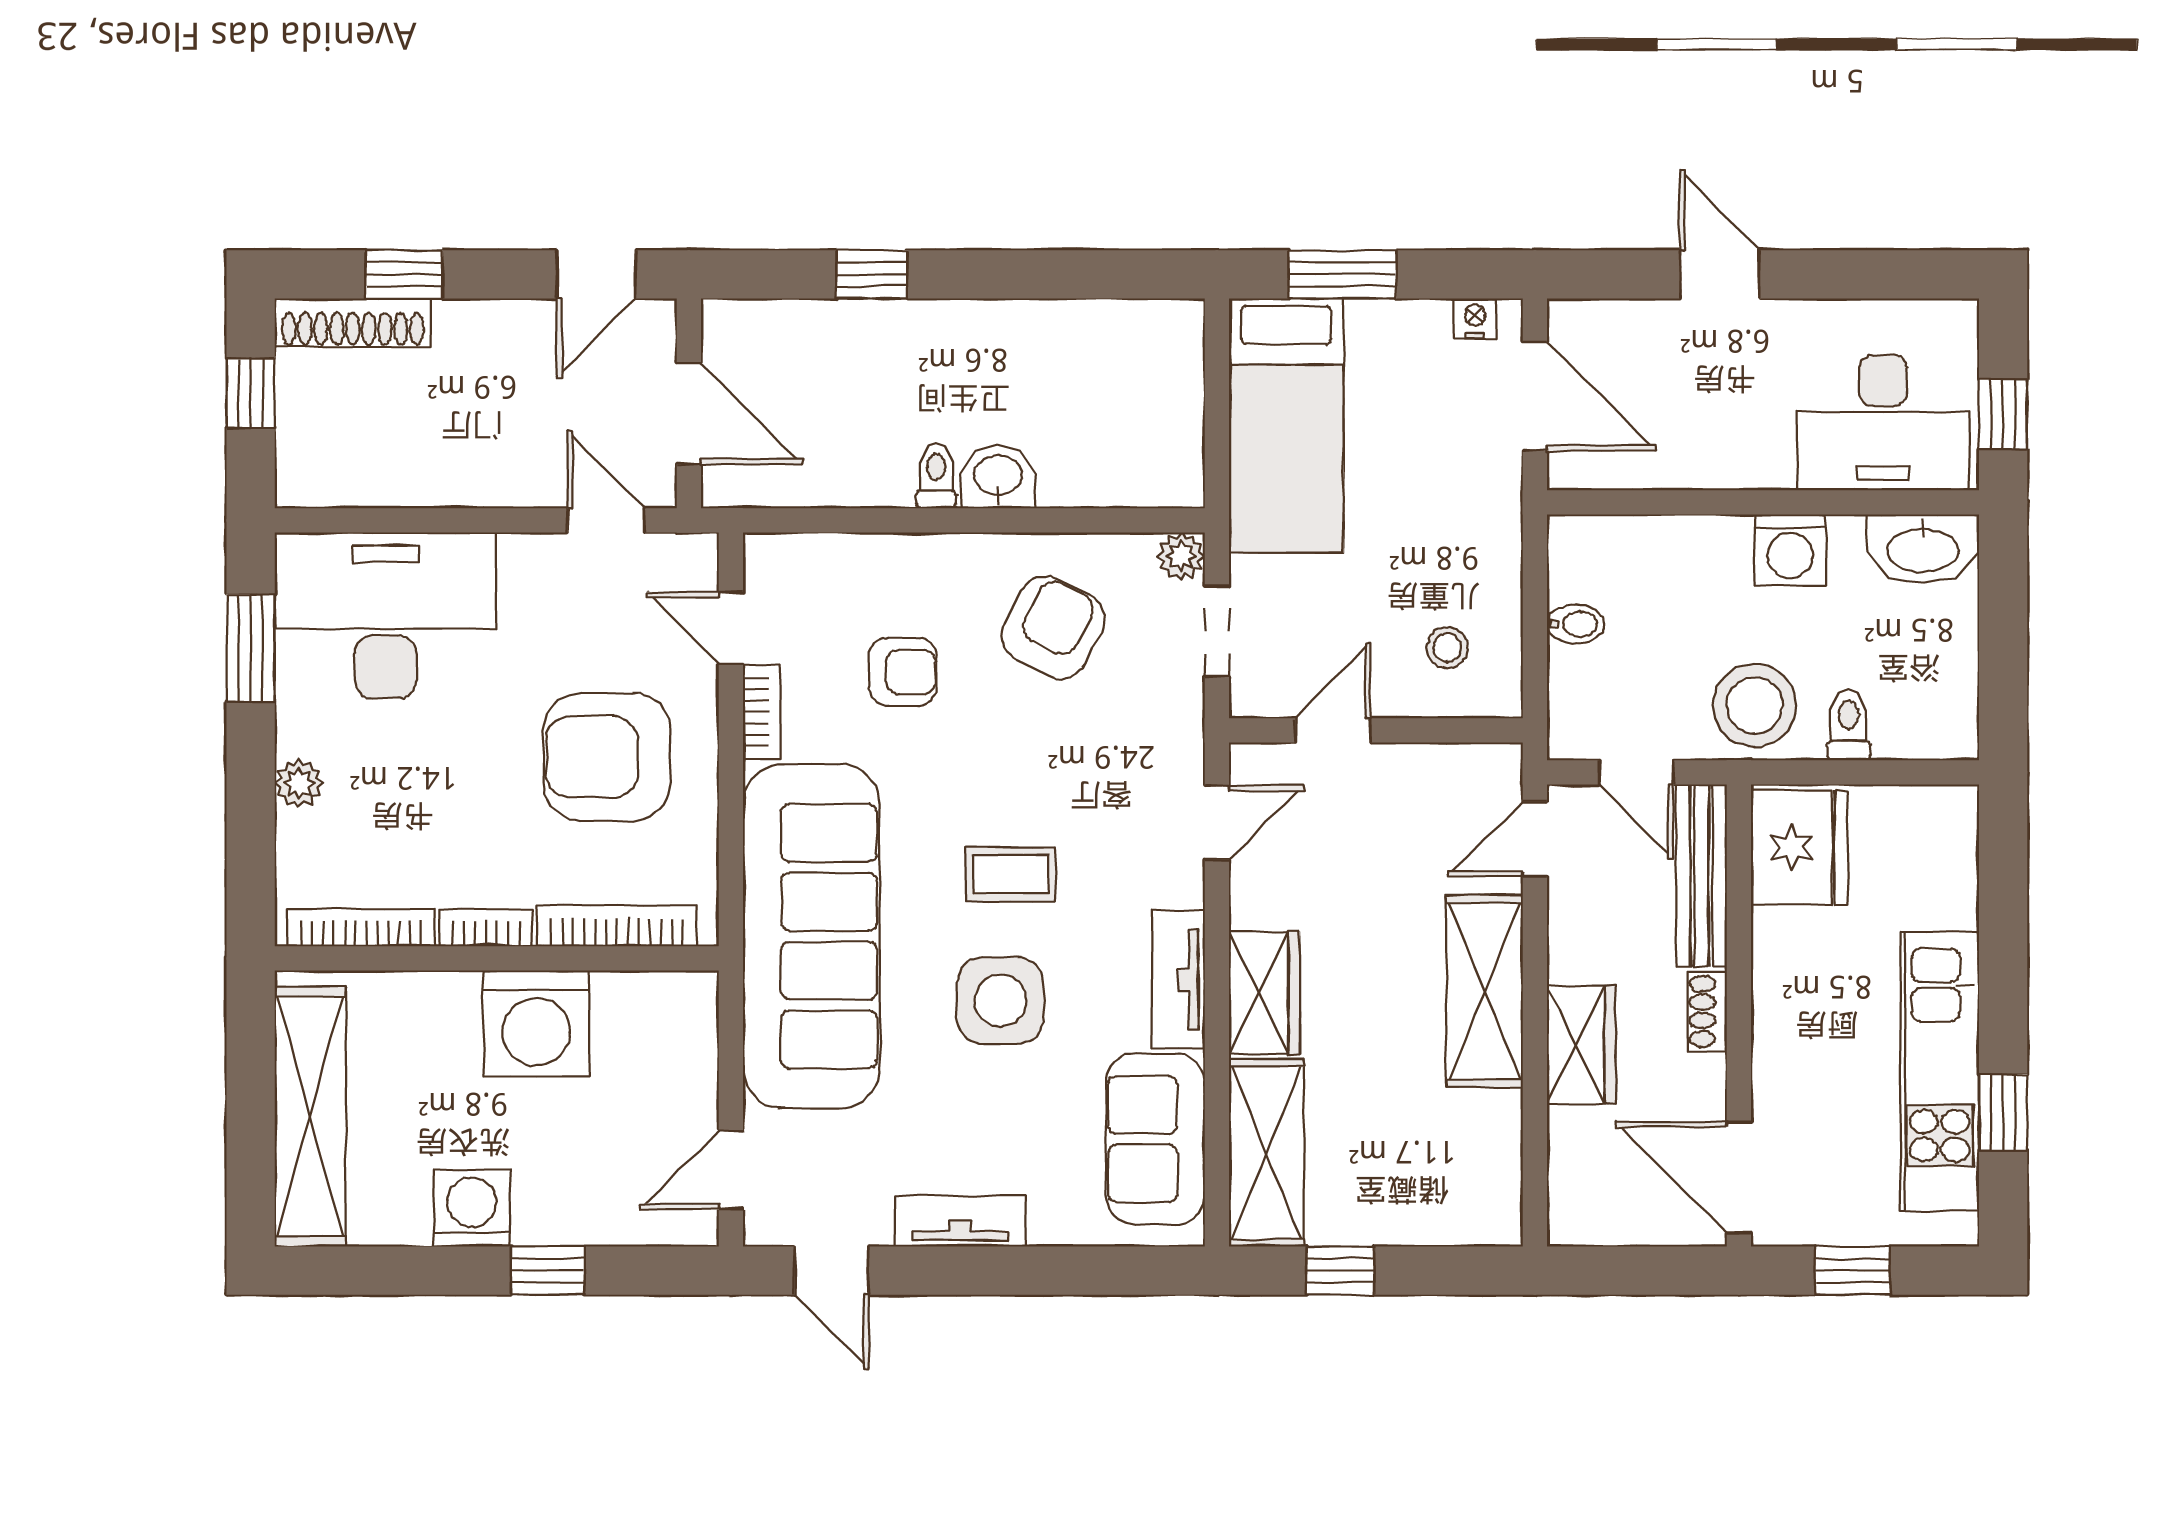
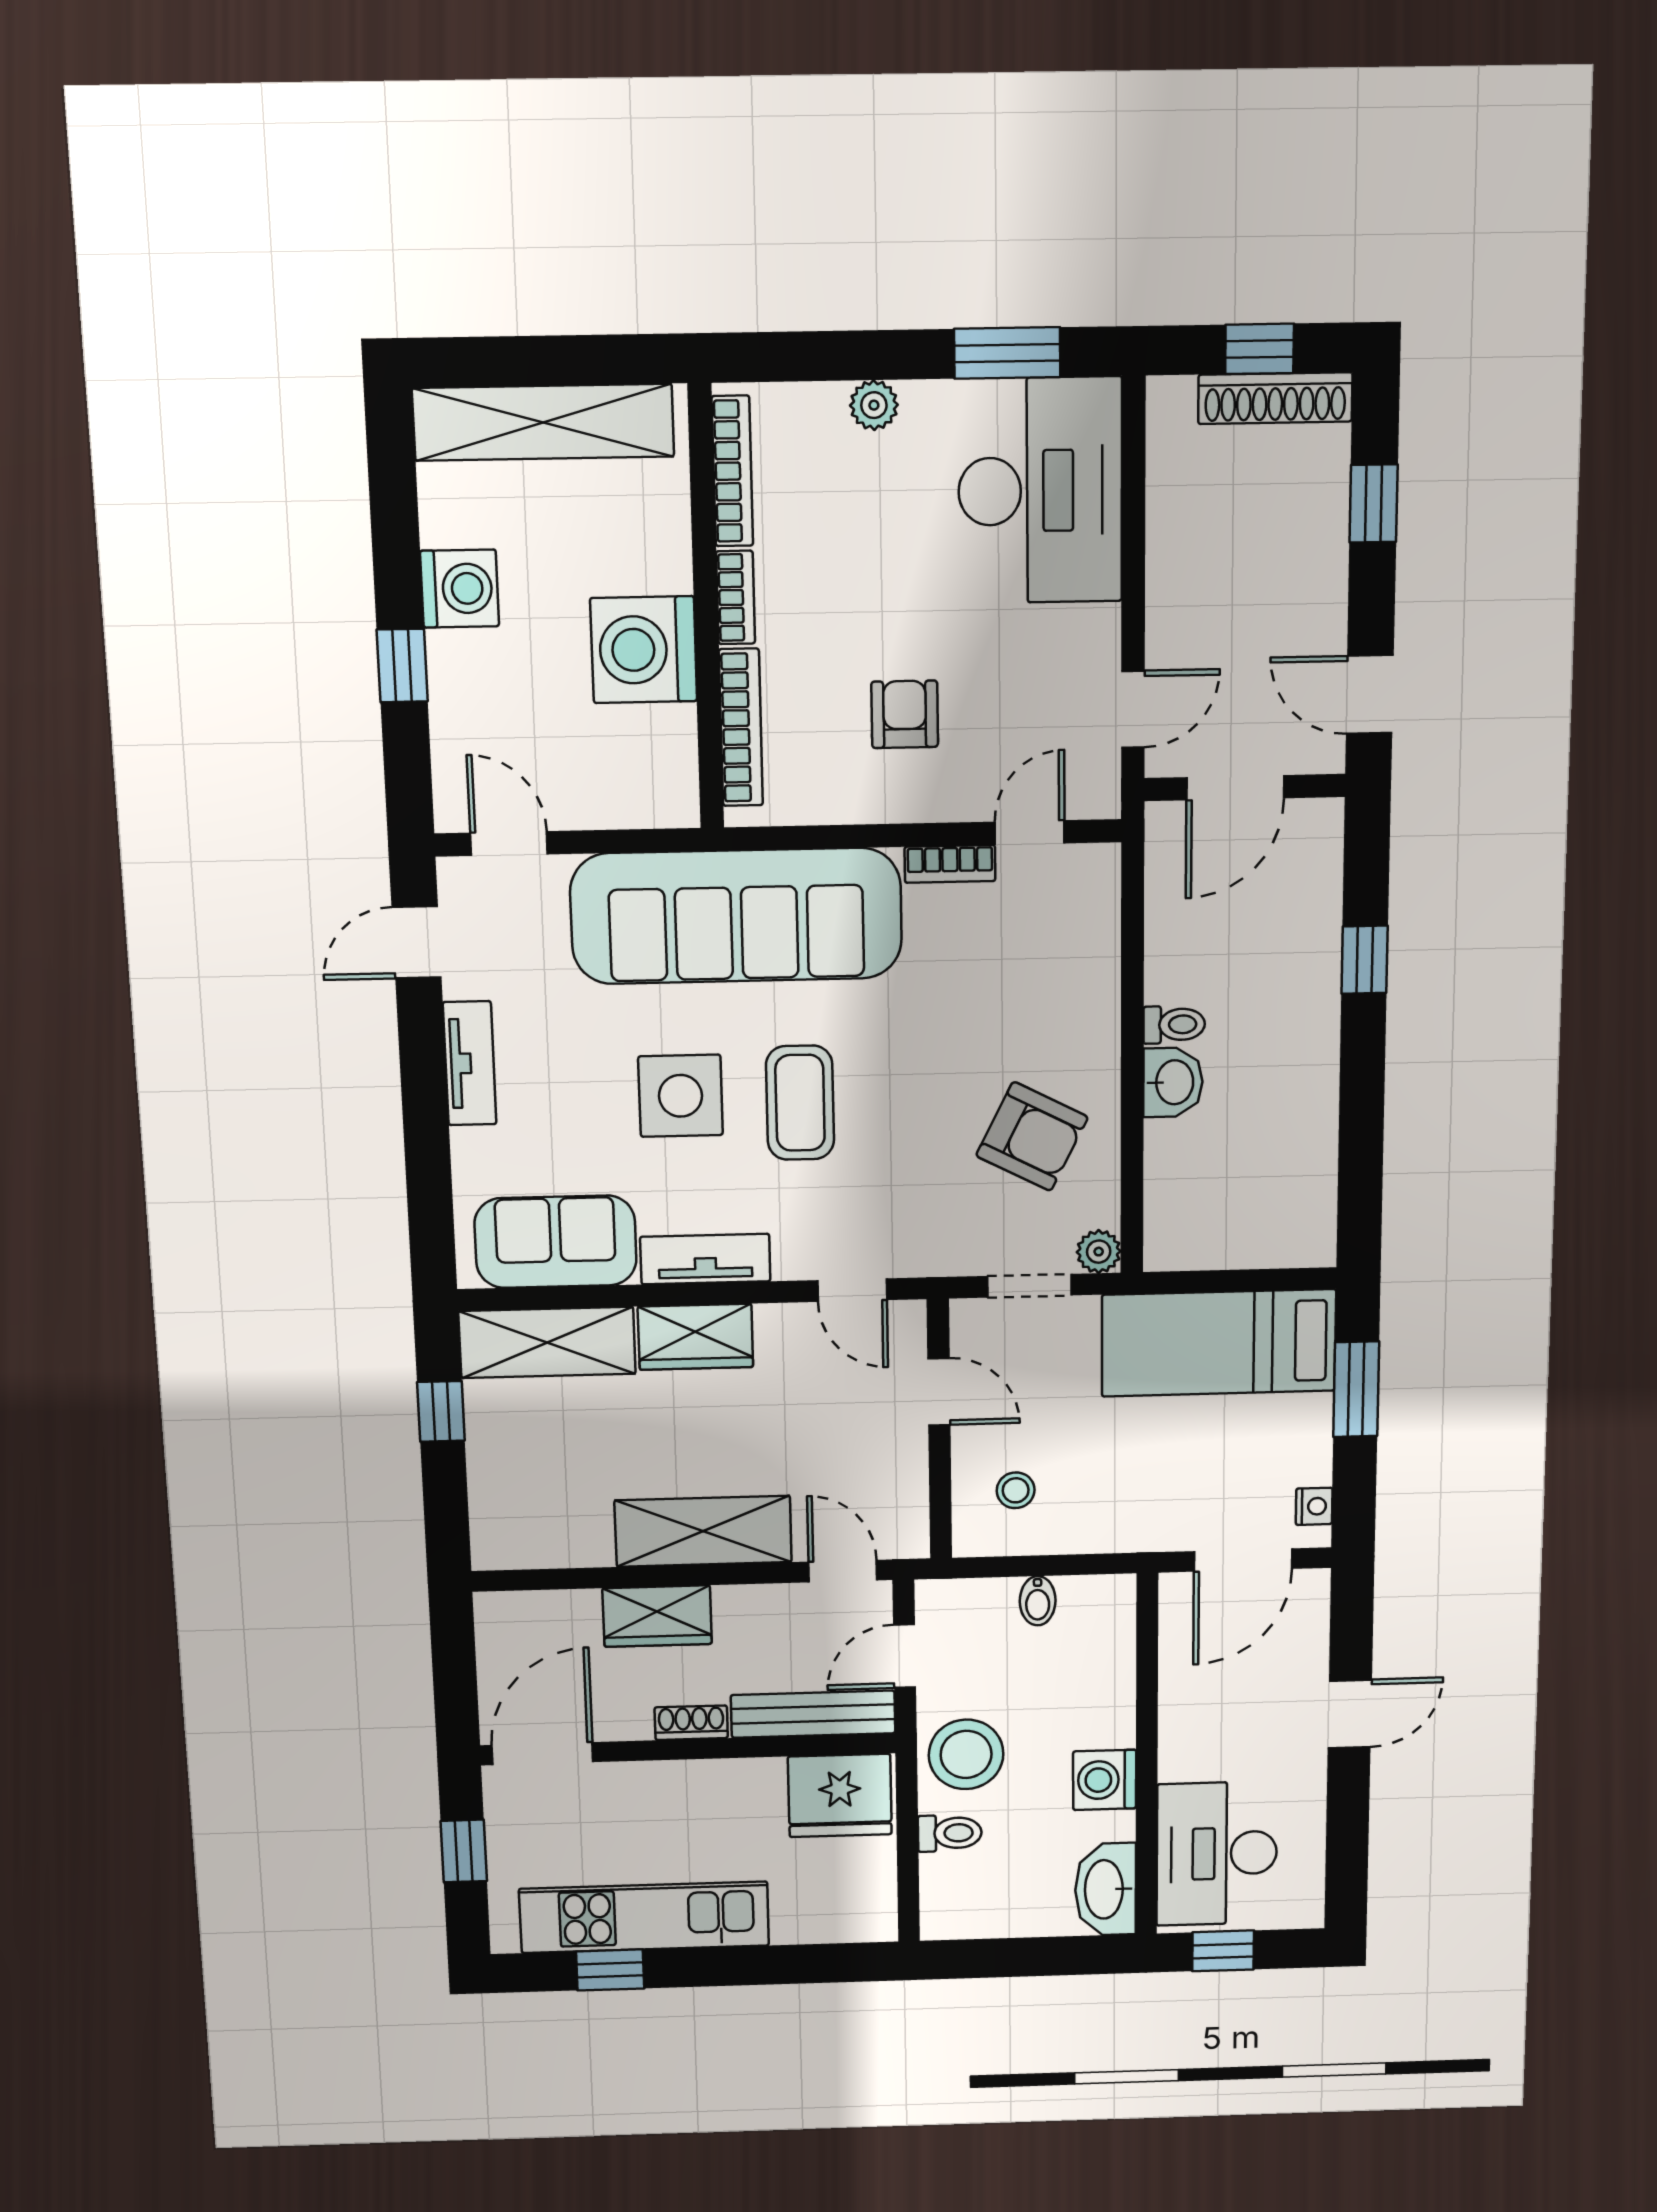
shoe rack: (353, 322) -> (1275, 398), moved, turned -90
armchair: (902, 672) -> (989, 997), removed
armchair: (607, 757) -> (905, 714), width x0.53, depth x0.53
coffee table: (1011, 874) -> (800, 1103), width x1.36, depth x1.30

